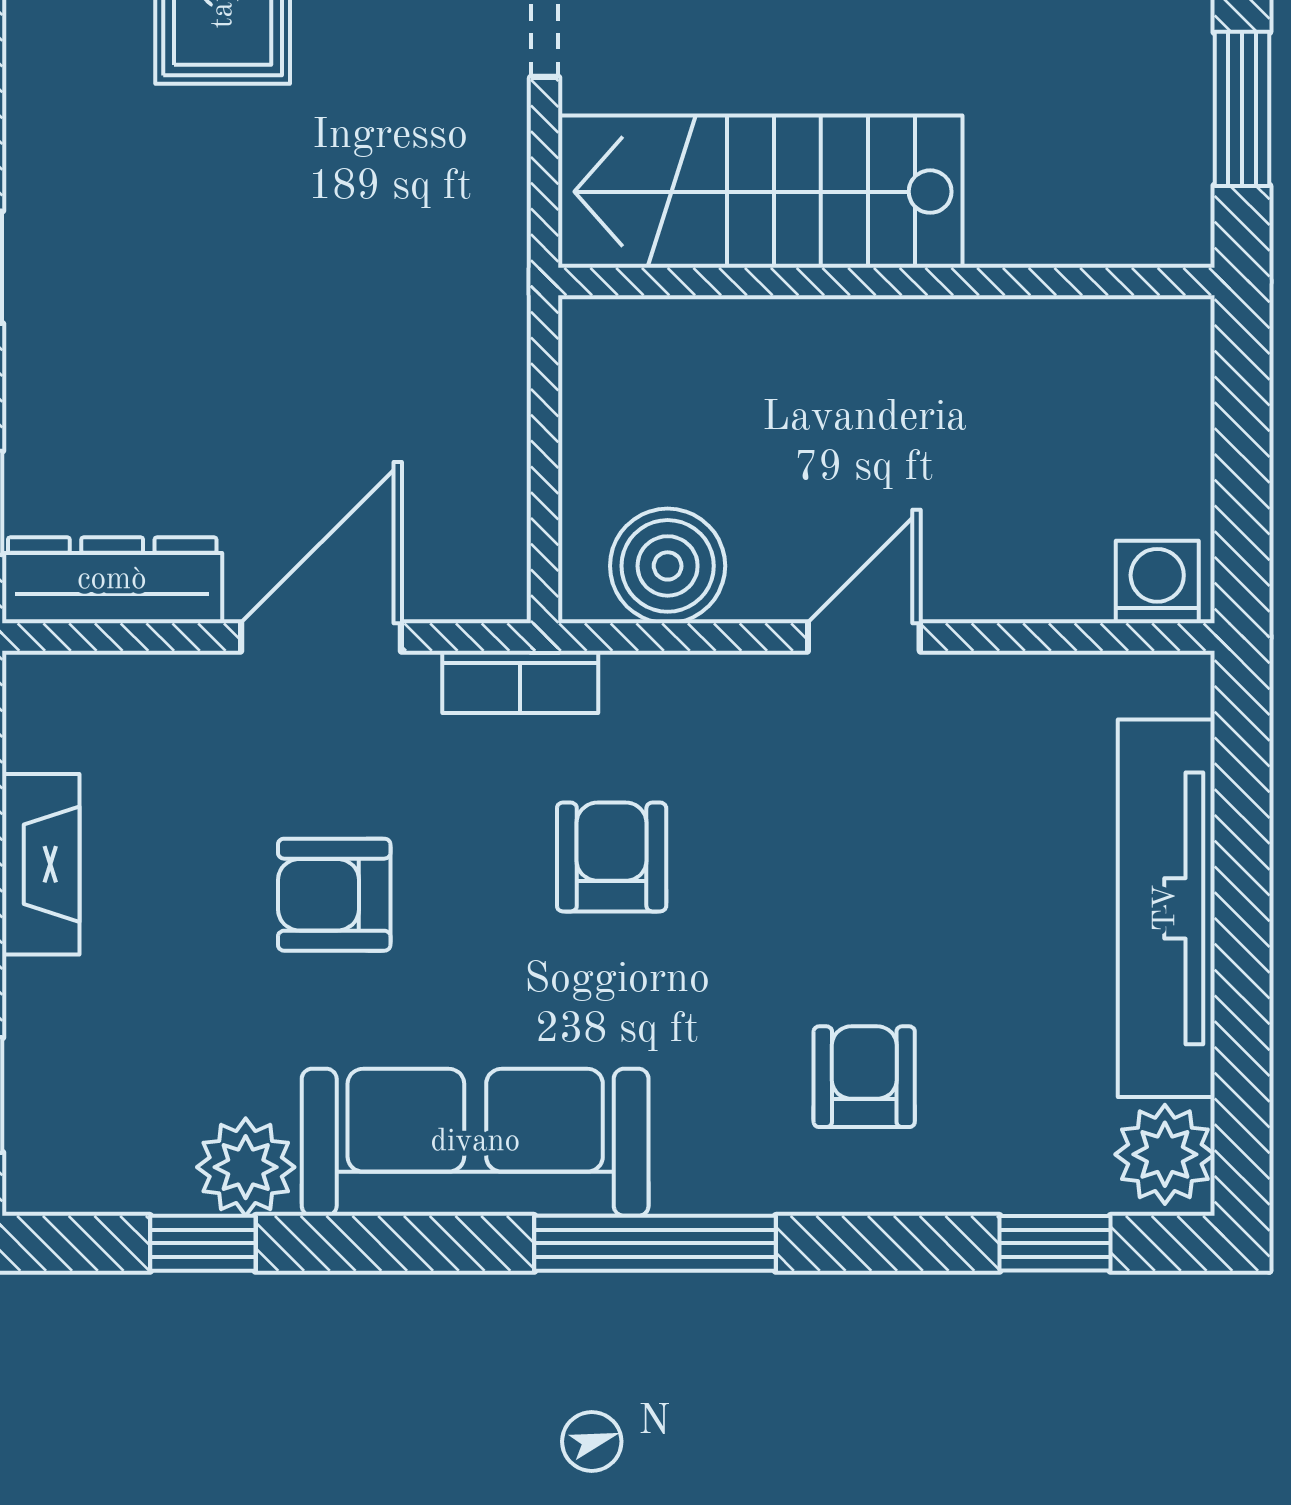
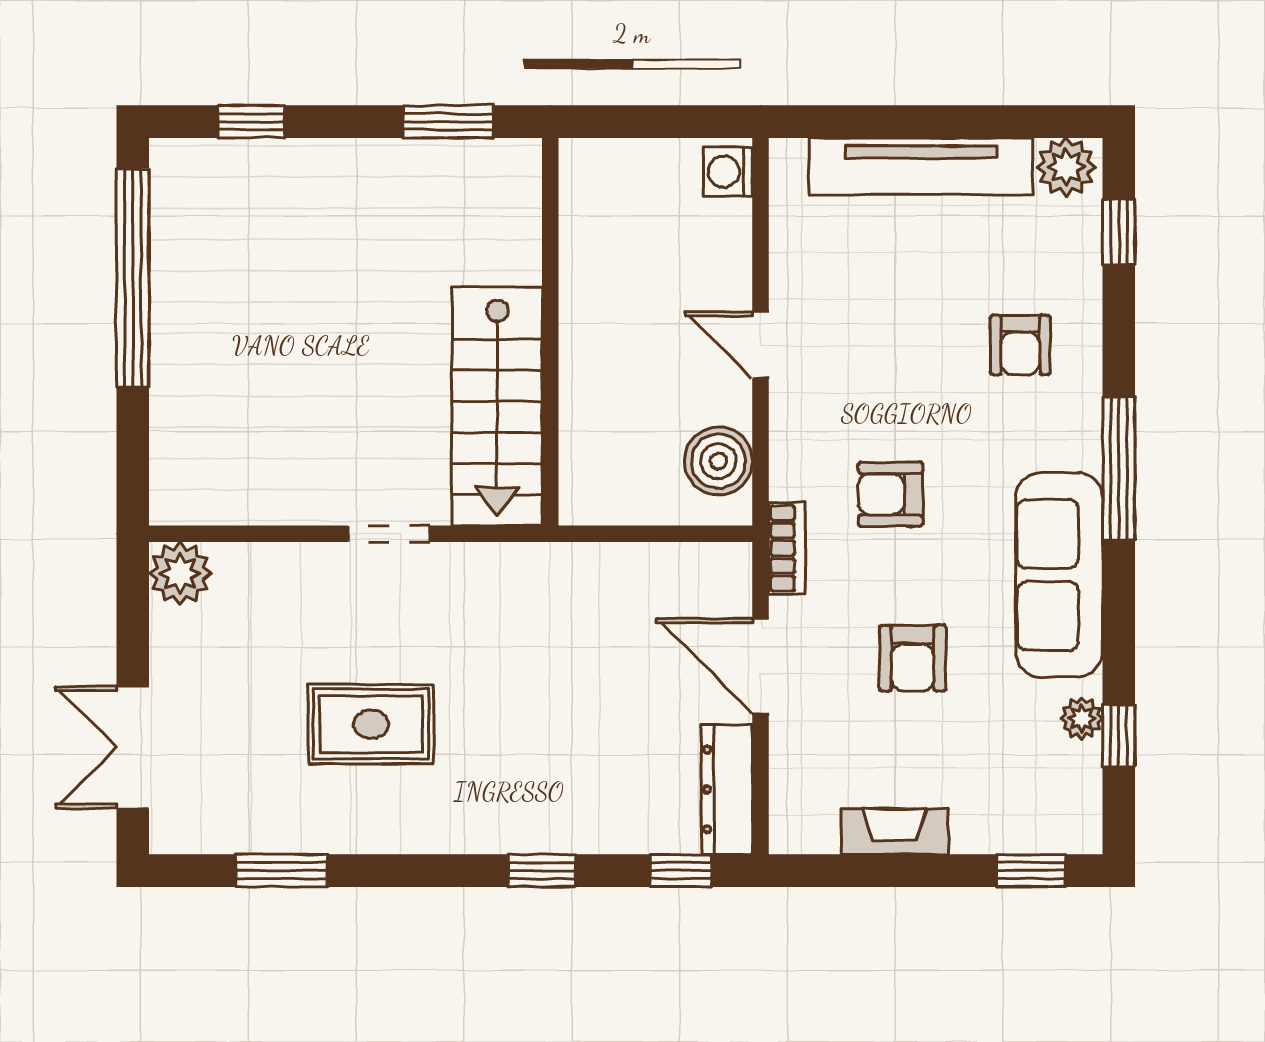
armchair: (864, 1077) -> (1020, 345), turned -90
plant: (246, 1167) -> (1082, 718), width x0.73, depth x0.73

